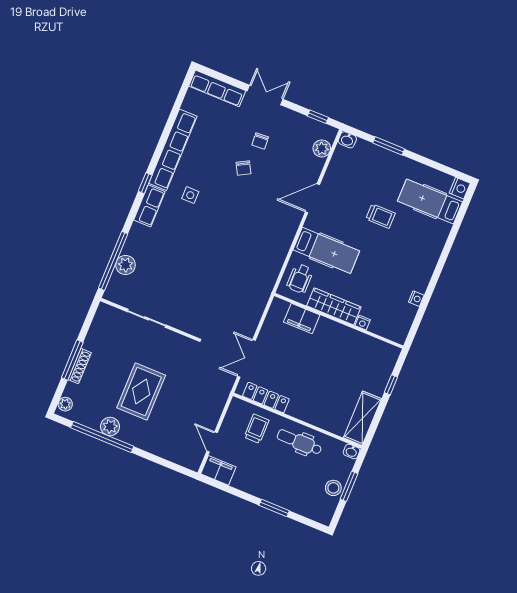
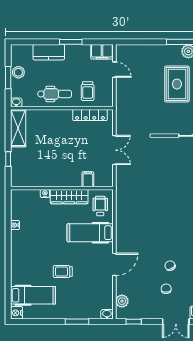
filing cabinet: (302, 318) -> (88, 179), width x0.50
double door: (246, 358) -> (114, 150), moved
kitchen counter: (285, 497) -> (49, 52), added
window: (274, 508) -> (71, 42), moved

